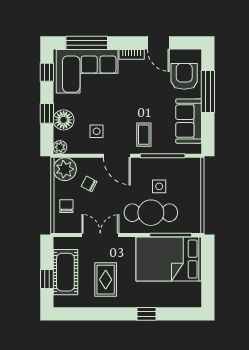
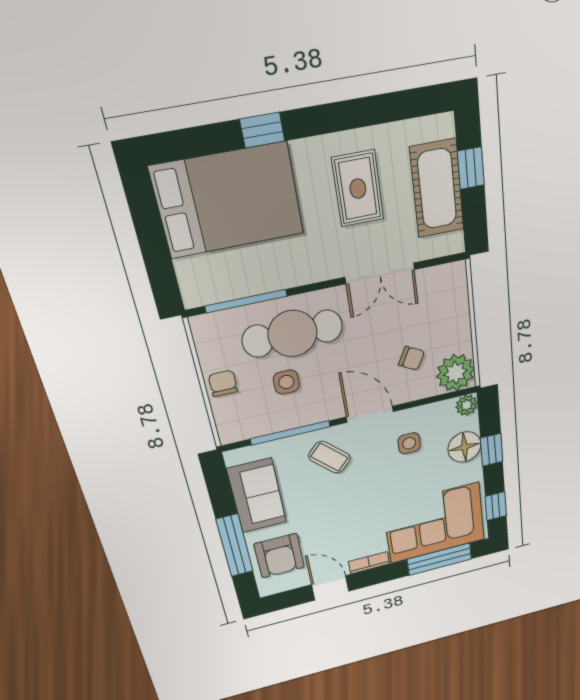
coffee table: (144, 135) -> (329, 457), turned -46
chair: (66, 206) -> (223, 383), moved, turned 180
bed: (169, 259) -> (228, 201), moved

